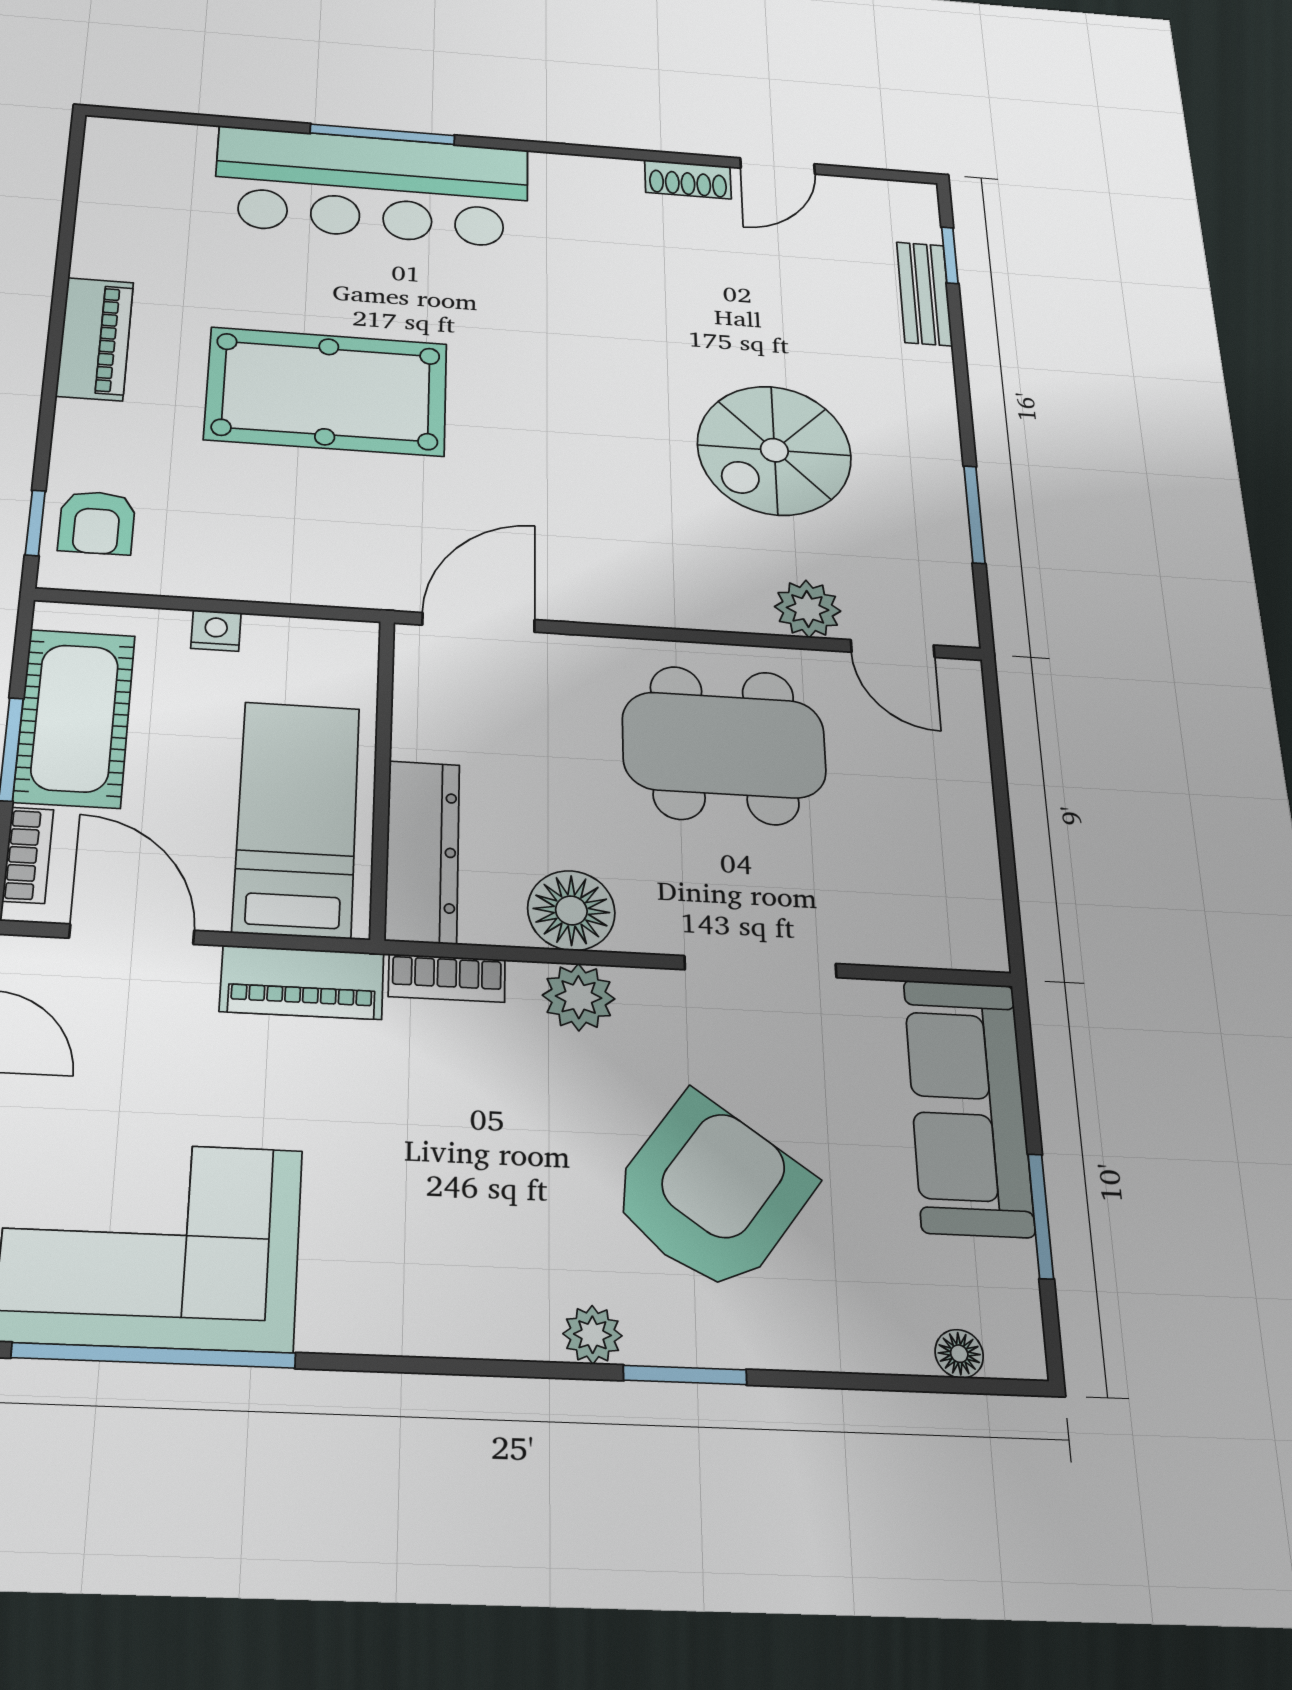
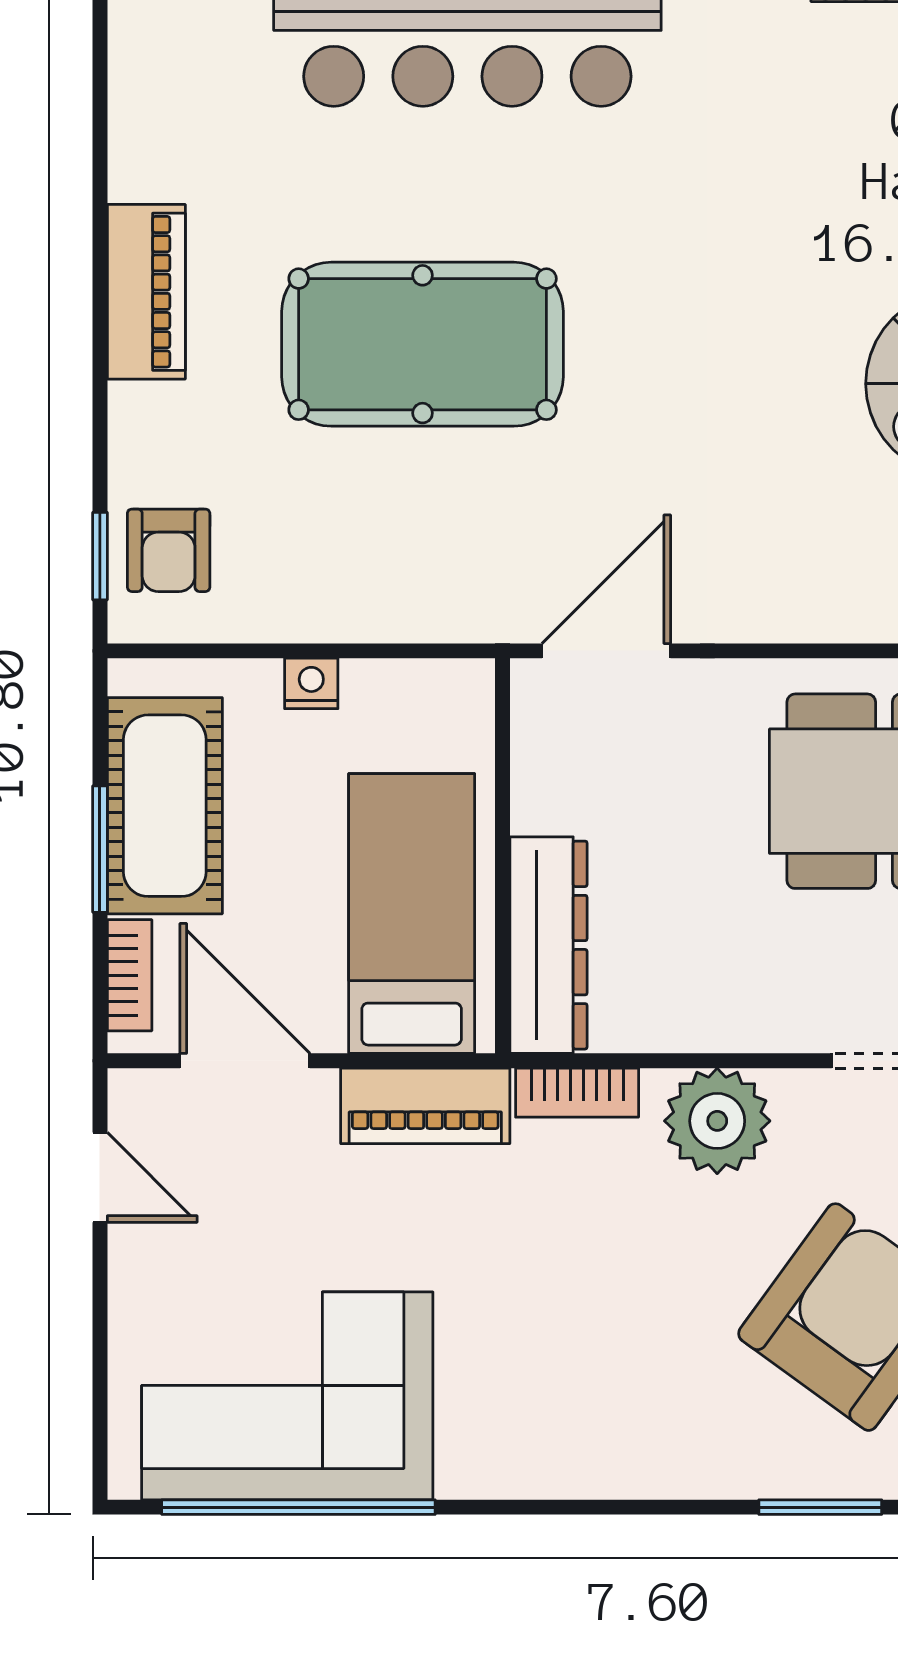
floor lamp: (571, 910) -> (710, 1006), removed
plant: (579, 997) -> (717, 1121), width x1.36, depth x1.36
plant: (592, 1335) -> (728, 1470), removed

